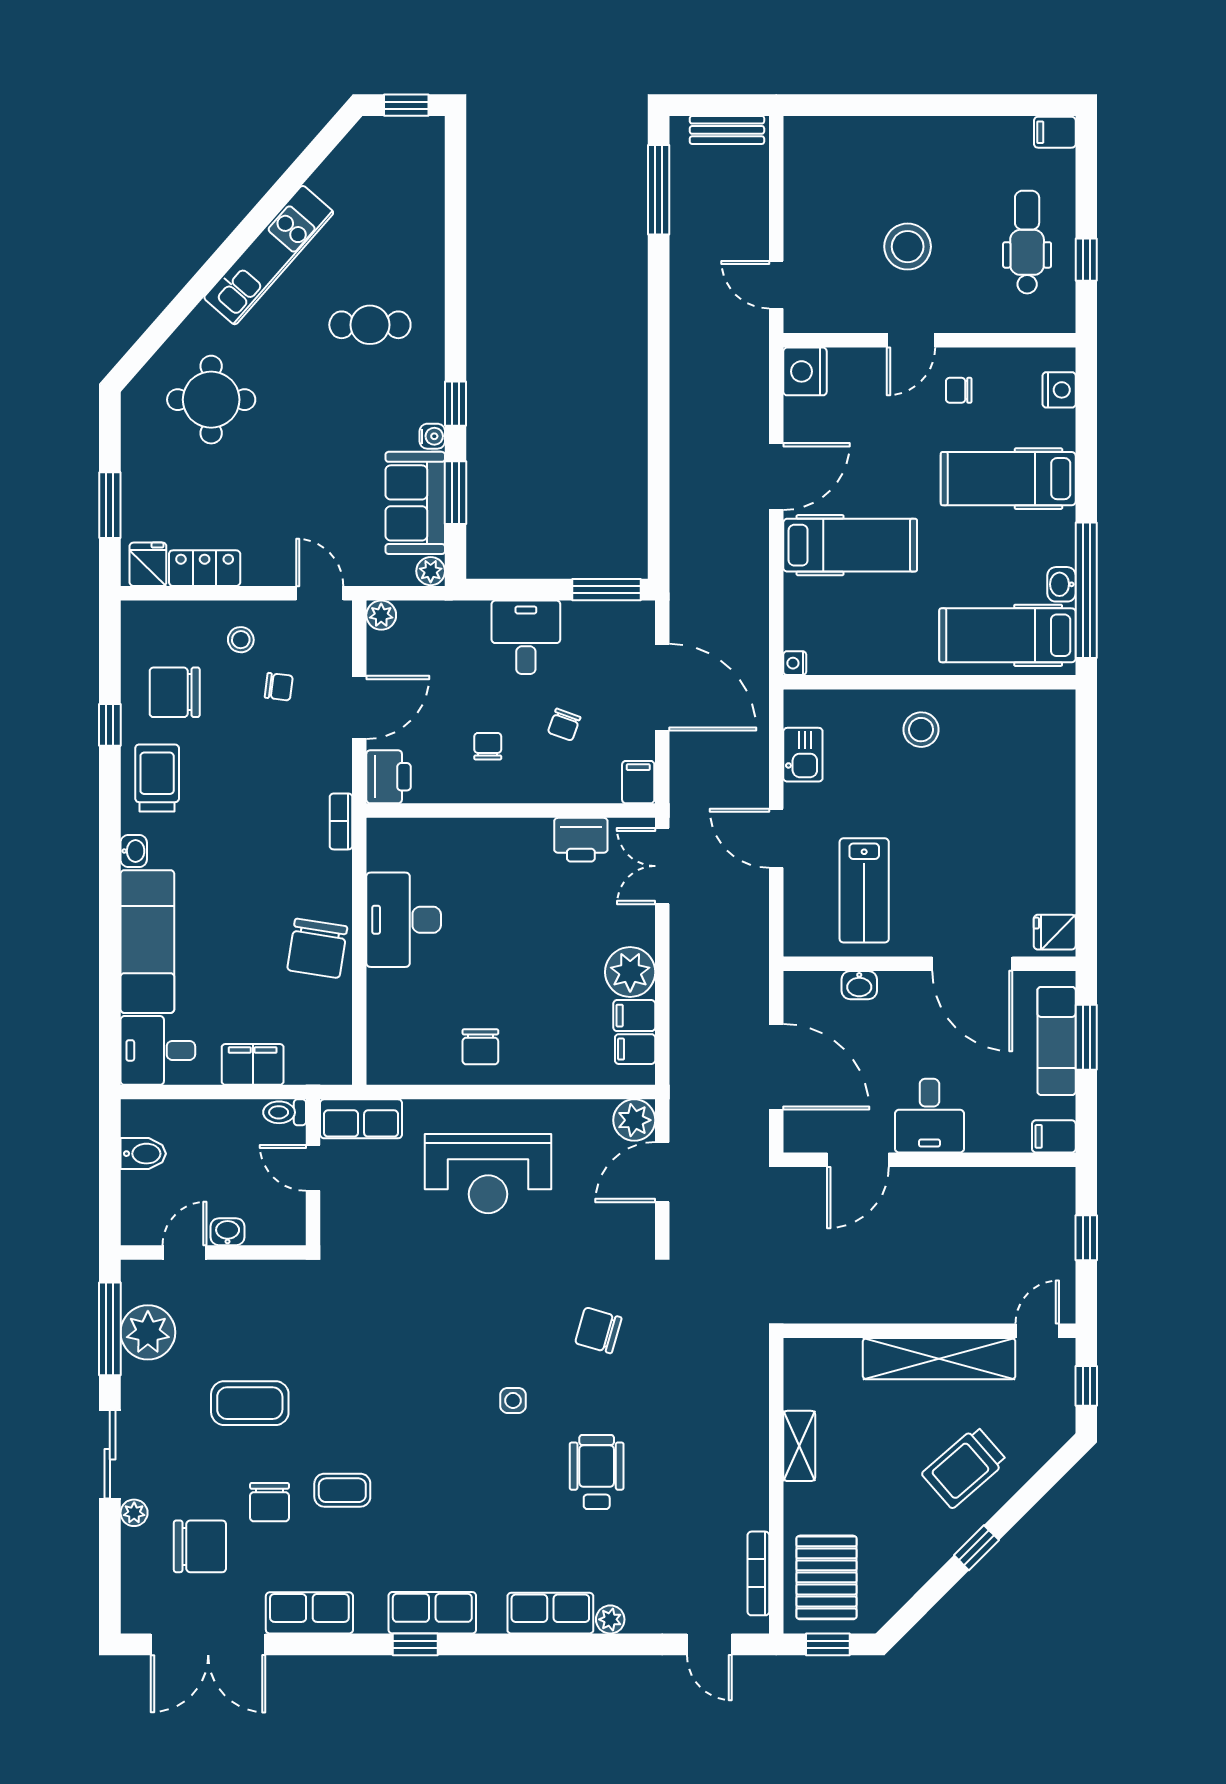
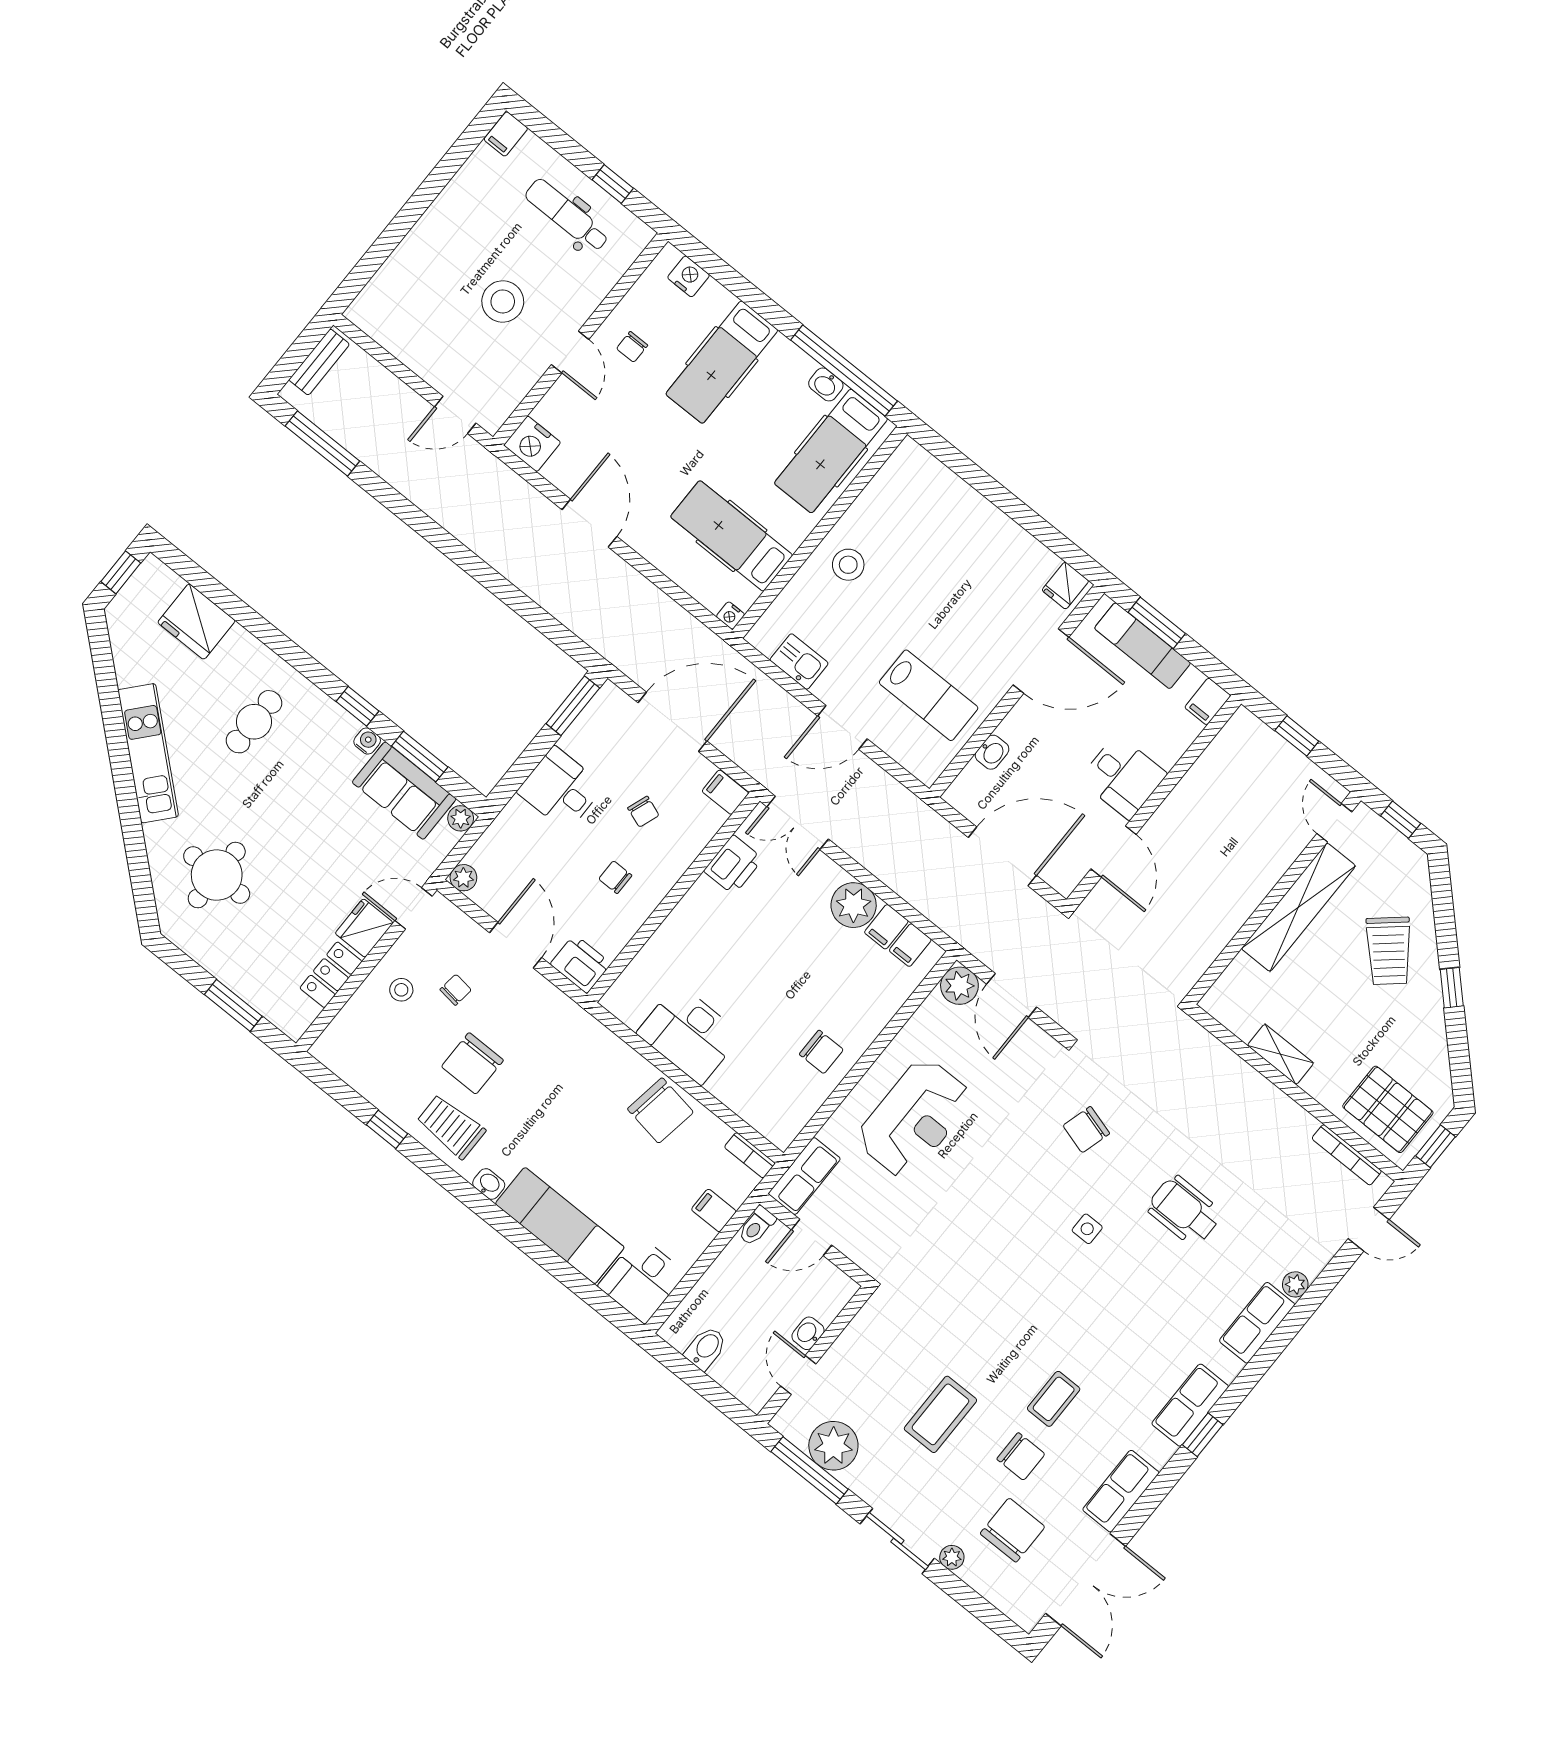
fridge: (417, 205) -> (196, 622), added
hospital bed: (850, 545) -> (732, 536), moved, turned -90
fridge: (148, 564) -> (364, 928), moved, width x1.38
chair: (175, 692) -> (472, 1063), moved
bookcase: (341, 821) -> (750, 1155), moved
filing cabinet: (253, 1064) -> (714, 1210), width x0.50

